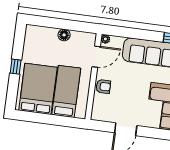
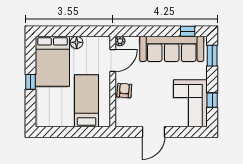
armchair: (103, 86) -> (124, 91), turned -86
bed: (38, 89) -> (52, 61), moved, turned 180

